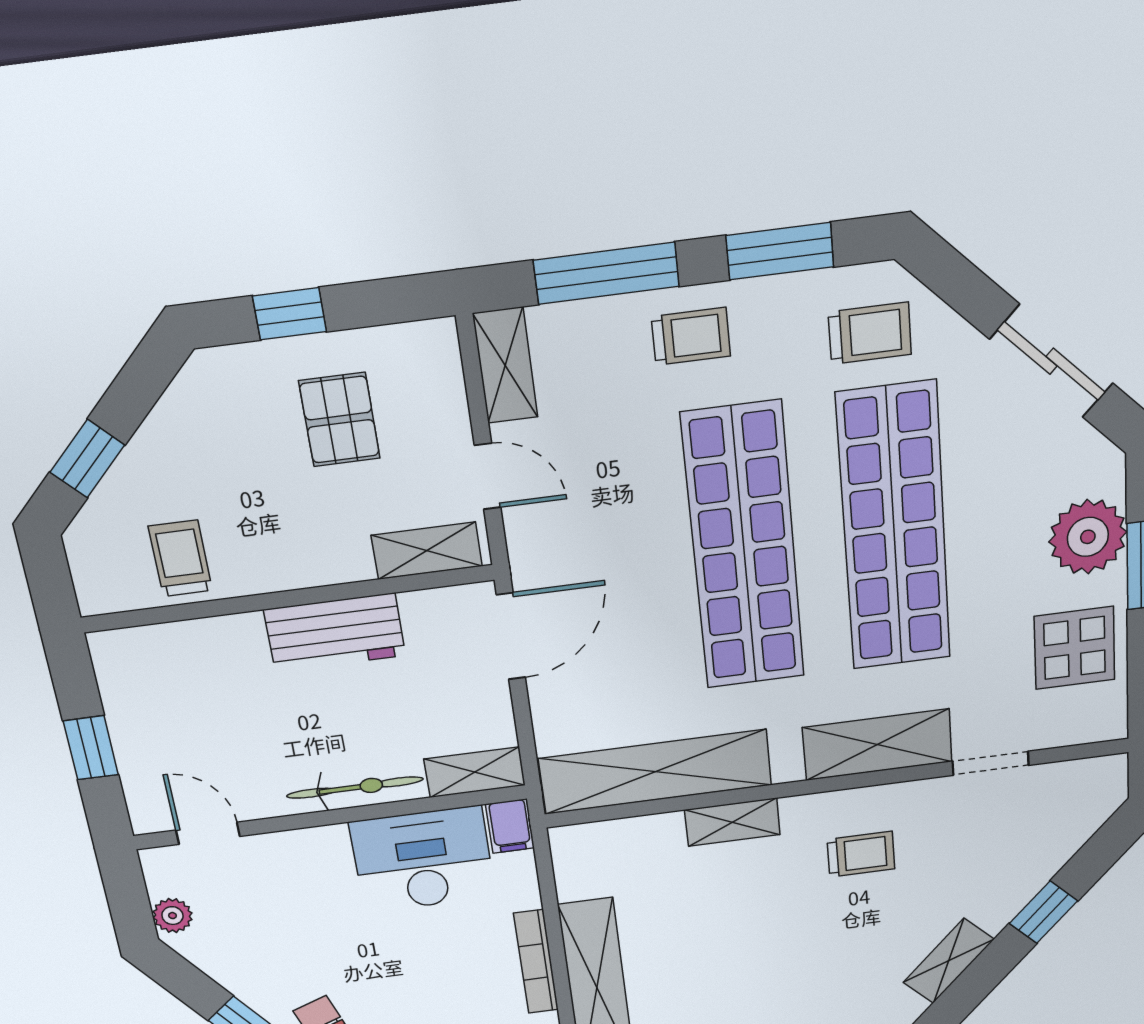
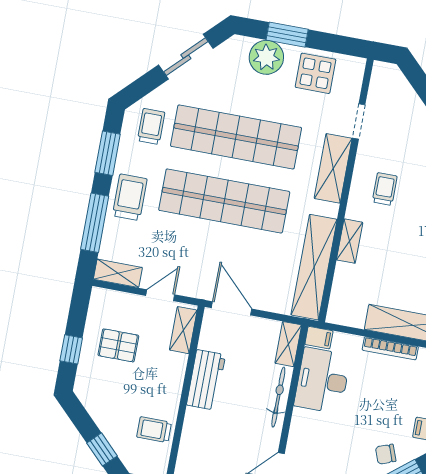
trolley: (691, 336) -> (130, 197), width x1.36, depth x1.39

